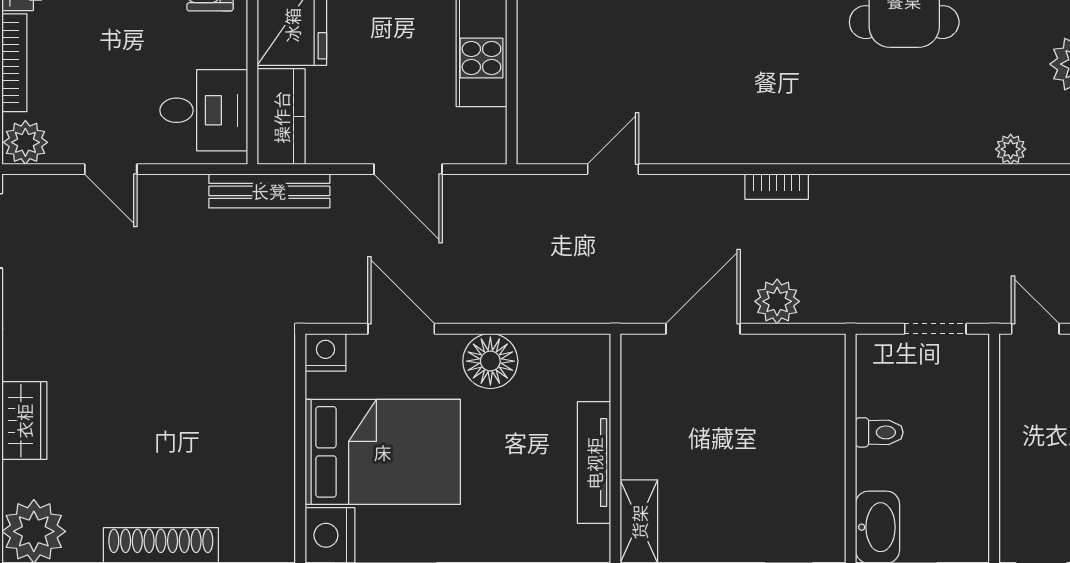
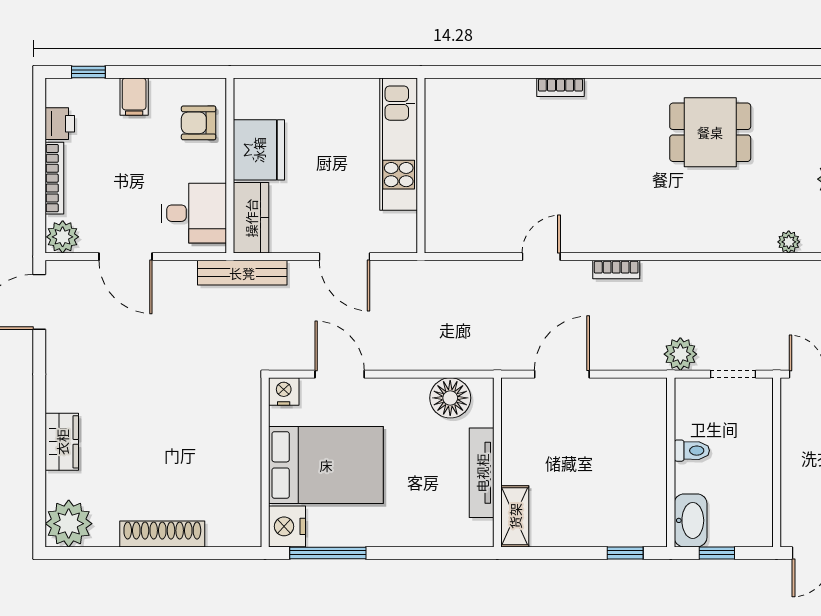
door: (111, 169) -> (125, 257), width x1.38
door: (613, 169) -> (541, 257), moved
plant: (777, 301) -> (680, 354), moved
floor lamp: (490, 361) -> (450, 398), moved

